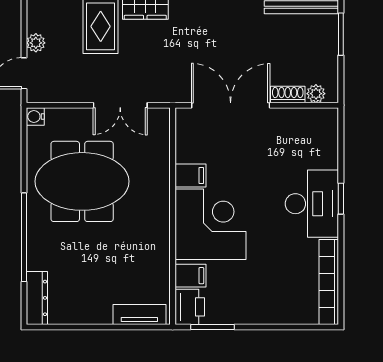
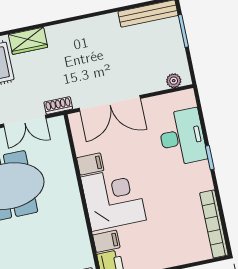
shoe rack: (288, 94) -> (58, 106), moved
double door: (231, 105) -> (110, 103), swing flipped
desk: (312, 204) -> (182, 137), moved

